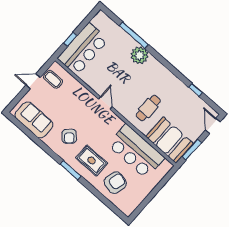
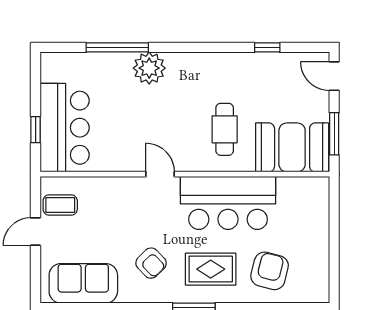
bar counter: (136, 151) -> (228, 203), moved

